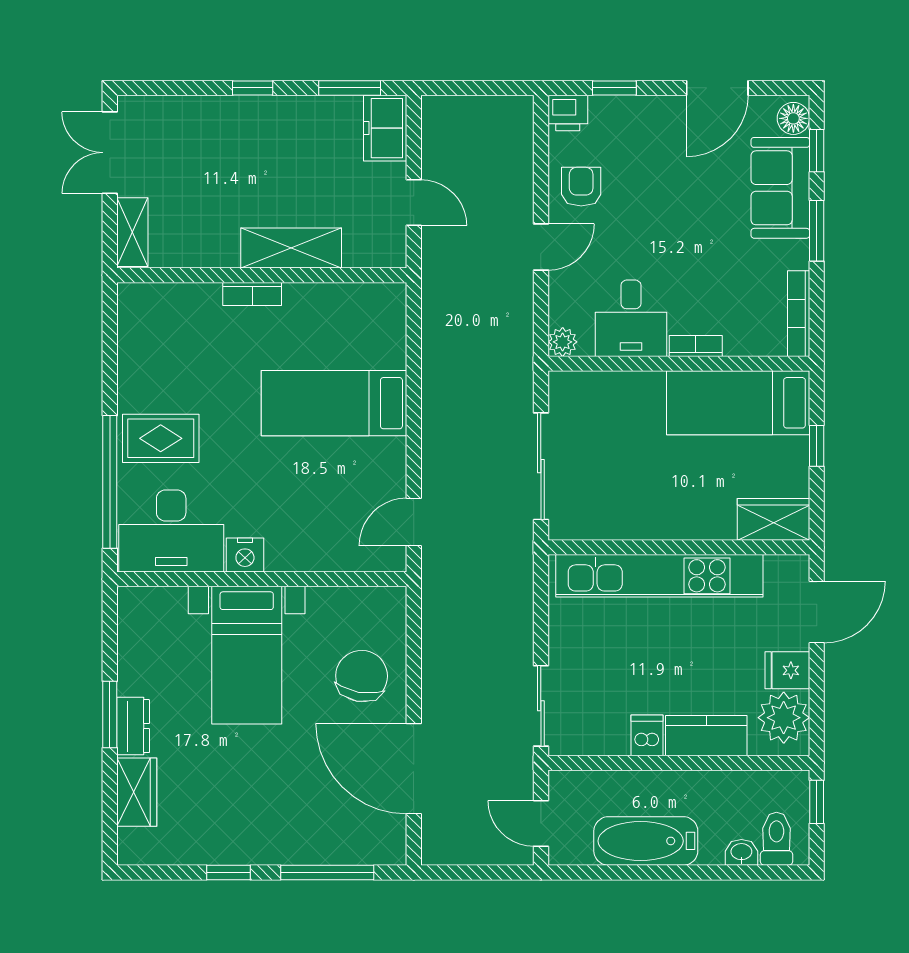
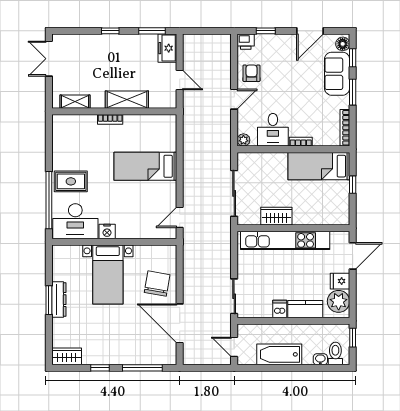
shelving: (132, 232) -> (75, 102), moved, turned 90
wardrobe: (773, 519) -> (276, 216), moved
dresser: (133, 726) -> (59, 300), width x1.44
wardrobe: (137, 792) -> (67, 356), moved, turned -90

